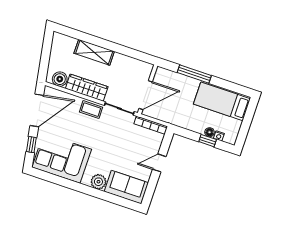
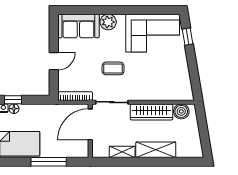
shelving: (125, 61) -> (122, 152), added
door: (37, 110) -> (194, 72), removed
coffee table: (91, 110) -> (113, 68), moved

